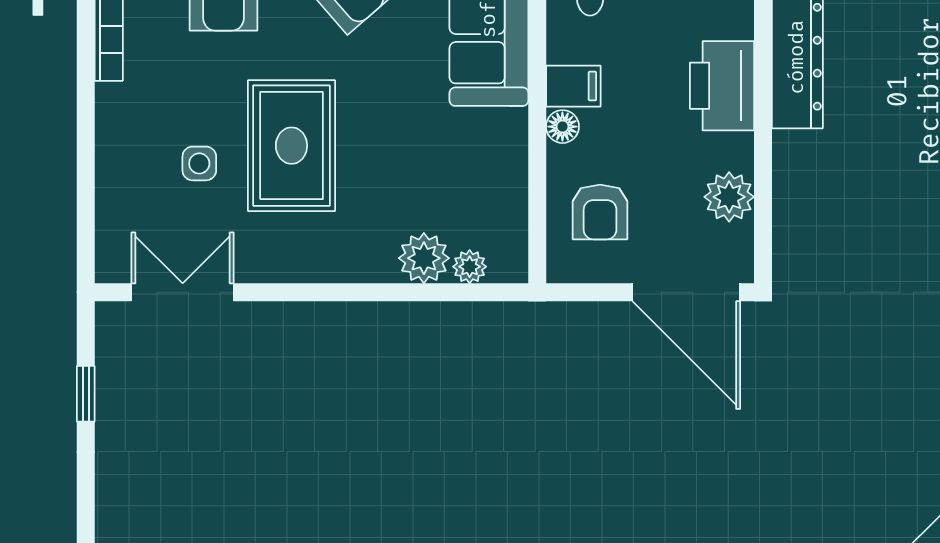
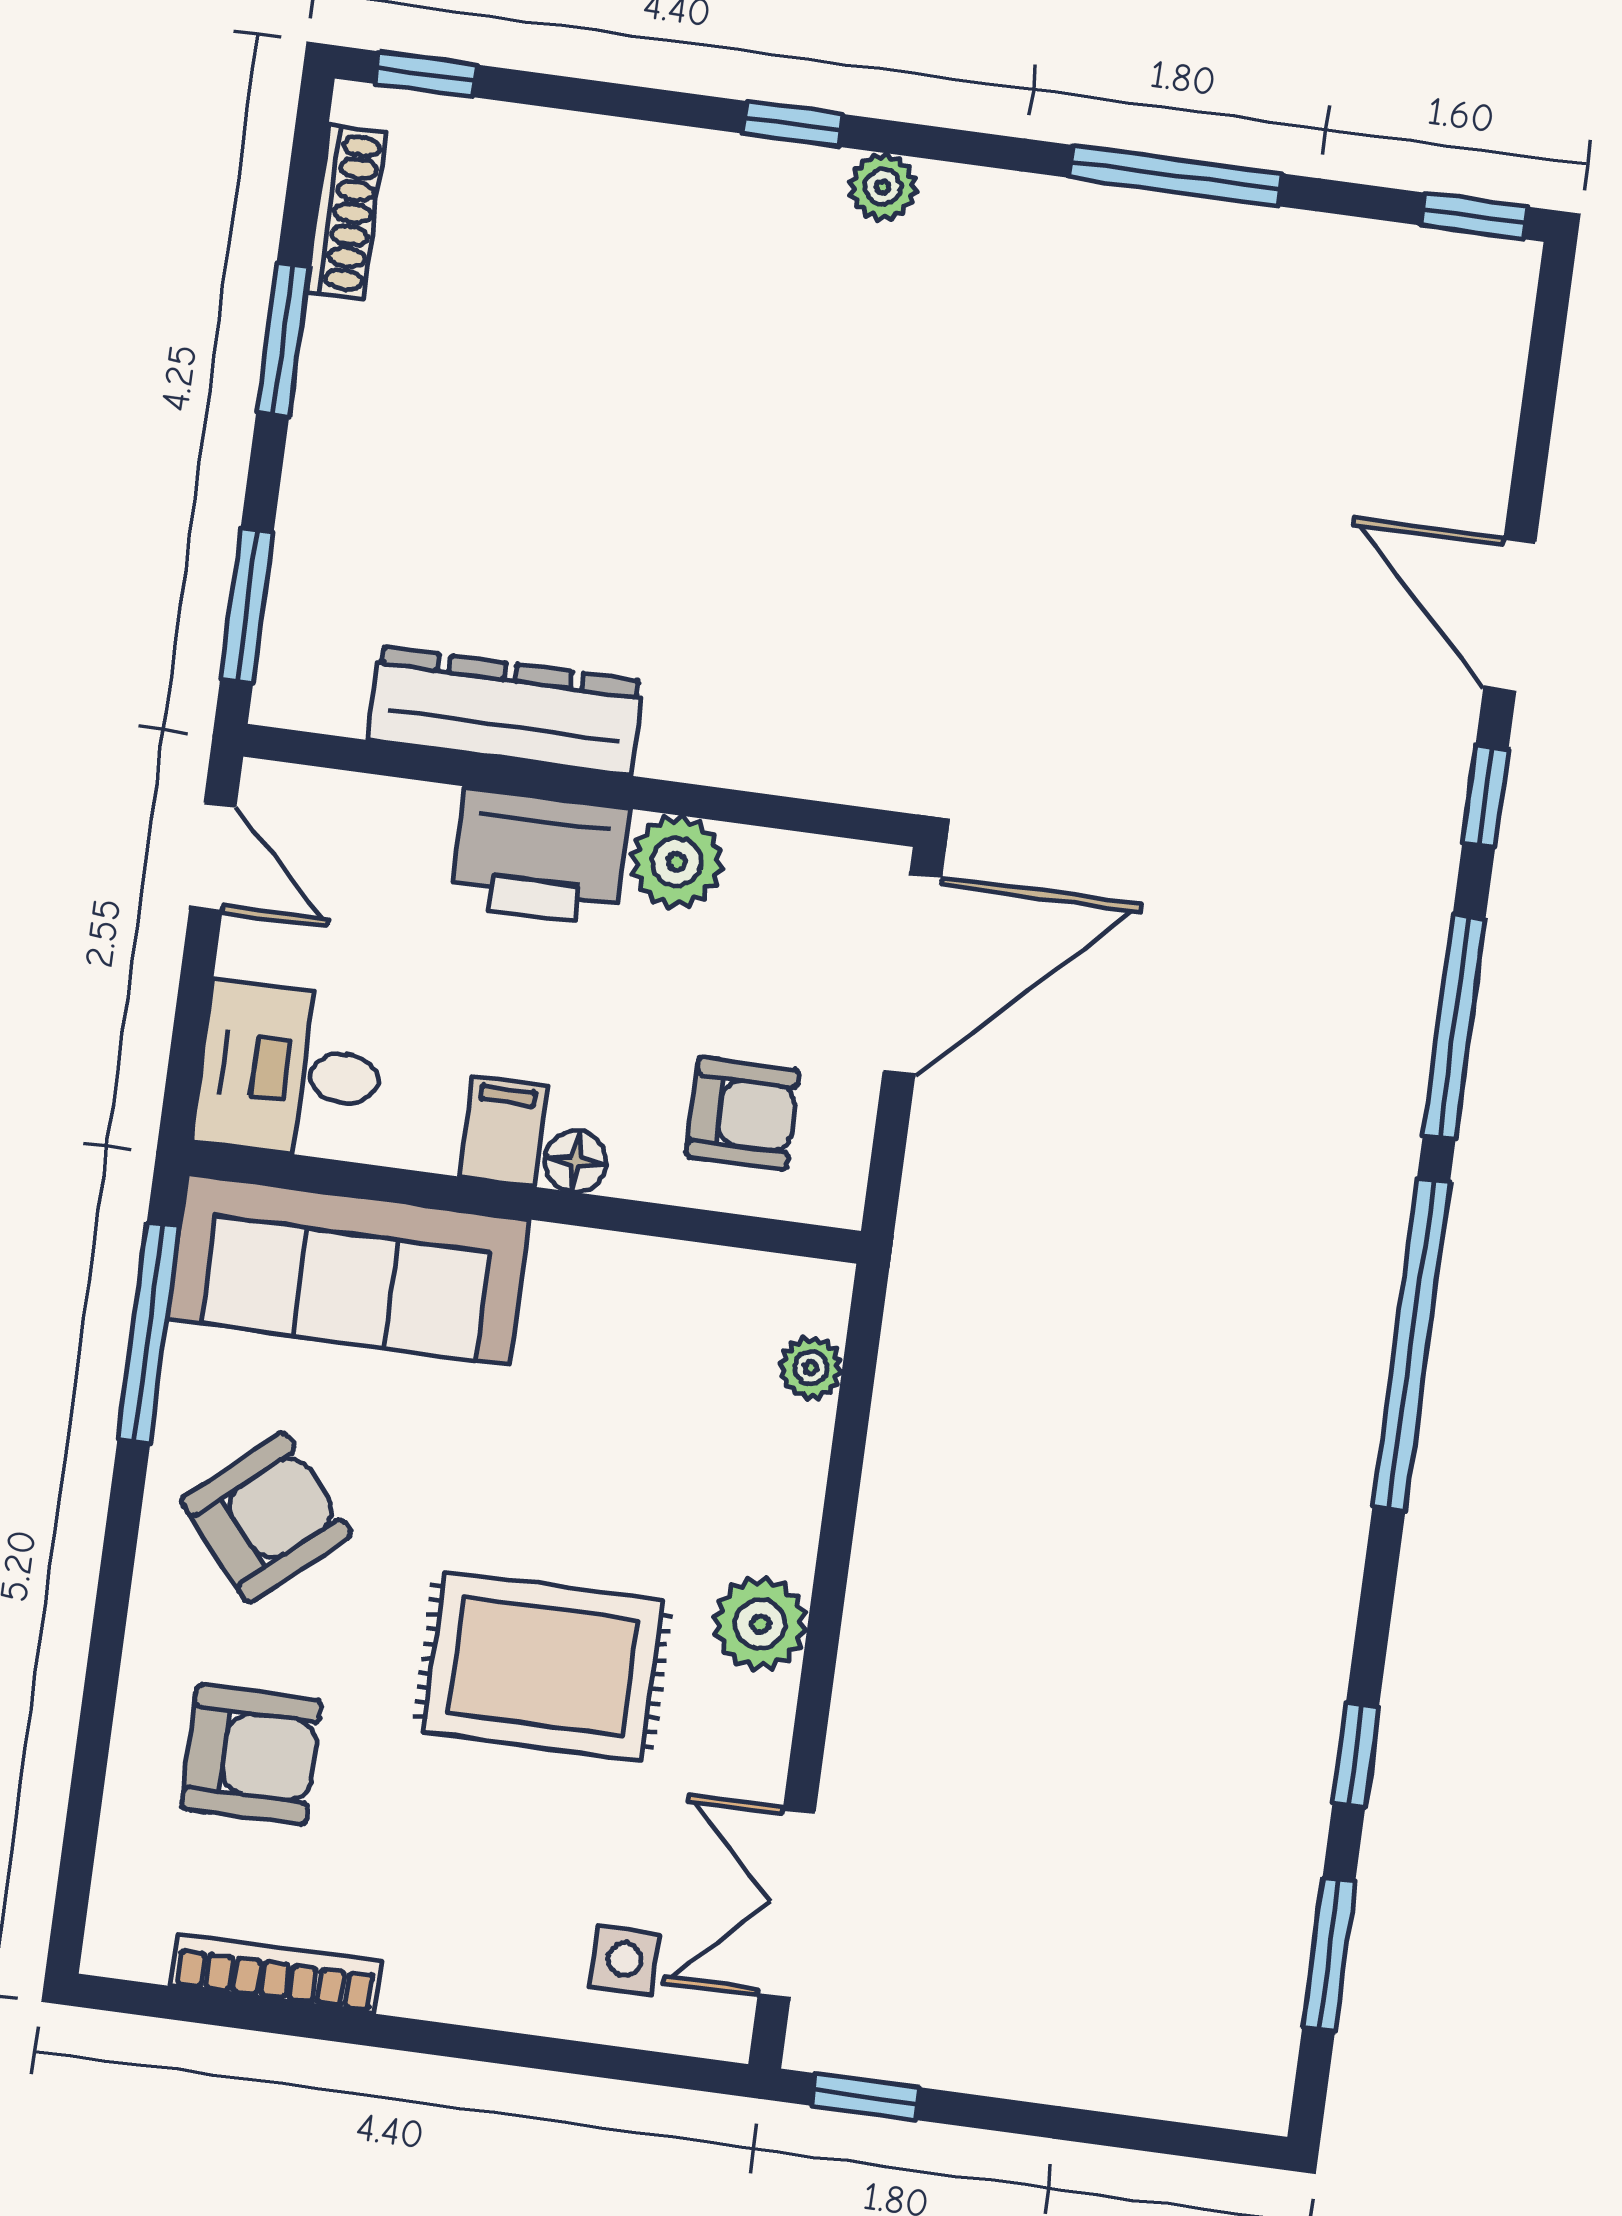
side table: (199, 163) -> (625, 1960), moved
plant: (729, 197) -> (677, 862), moved
plant: (424, 258) -> (760, 1624), moved
window: (86, 394) -> (866, 2097), moved

